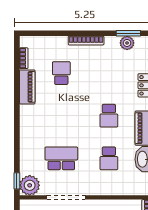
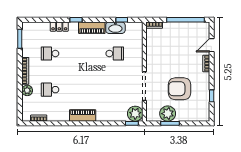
plant: (127, 43) -> (27, 90), moved
piano: (27, 87) -> (83, 116), moved
school desk: (109, 116) -> (50, 54), moved, turned 180
school desk: (61, 158) -> (115, 90), removed

